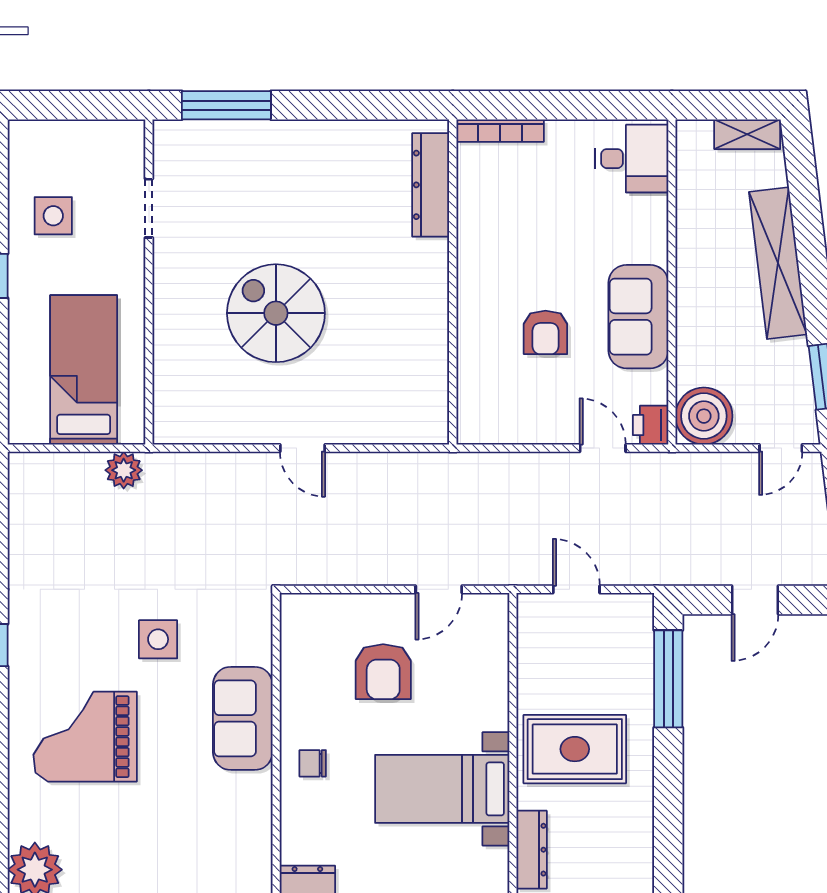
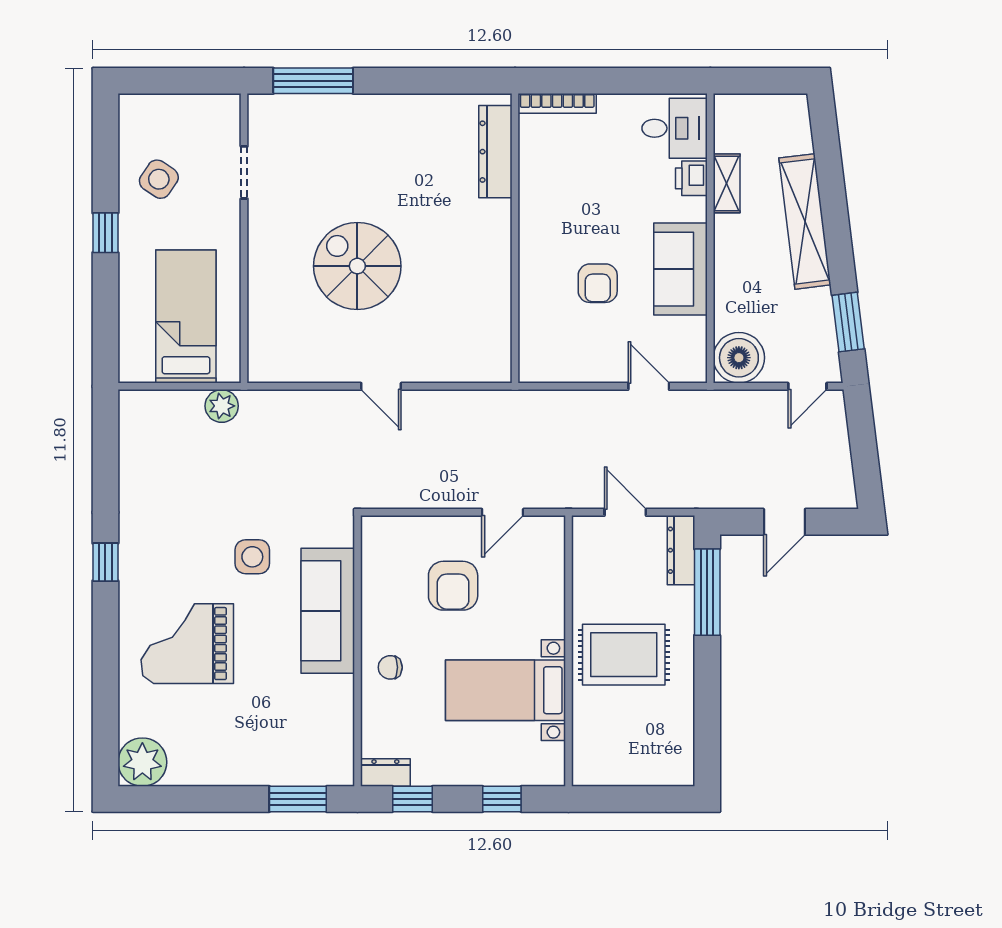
shelving: (747, 134) -> (727, 183), moved, turned 90
side table: (53, 216) -> (159, 179), turned 34
printer: (651, 425) -> (691, 178), moved
sofa: (243, 718) -> (328, 611), width x1.36
dresser: (532, 850) -> (681, 550), moved, turned 180

